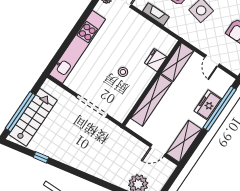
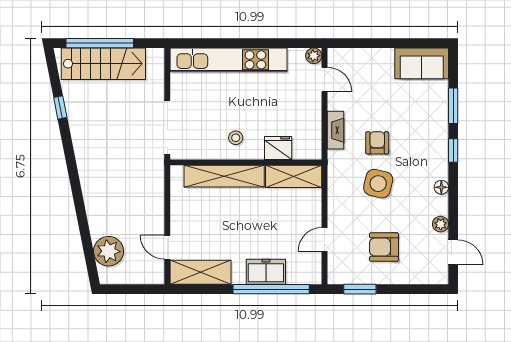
fridge: (156, 60) -> (278, 148), moved
shelving: (177, 62) -> (294, 176), moved
wall: (152, 83) -> (246, 162), moved
shelving: (151, 100) -> (224, 176), moved

